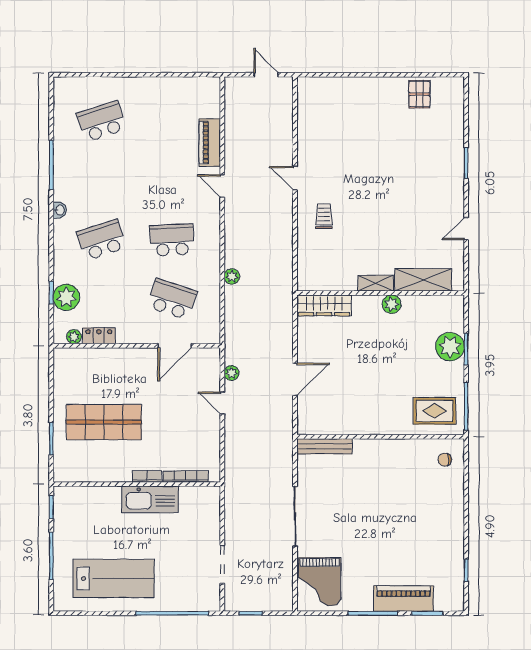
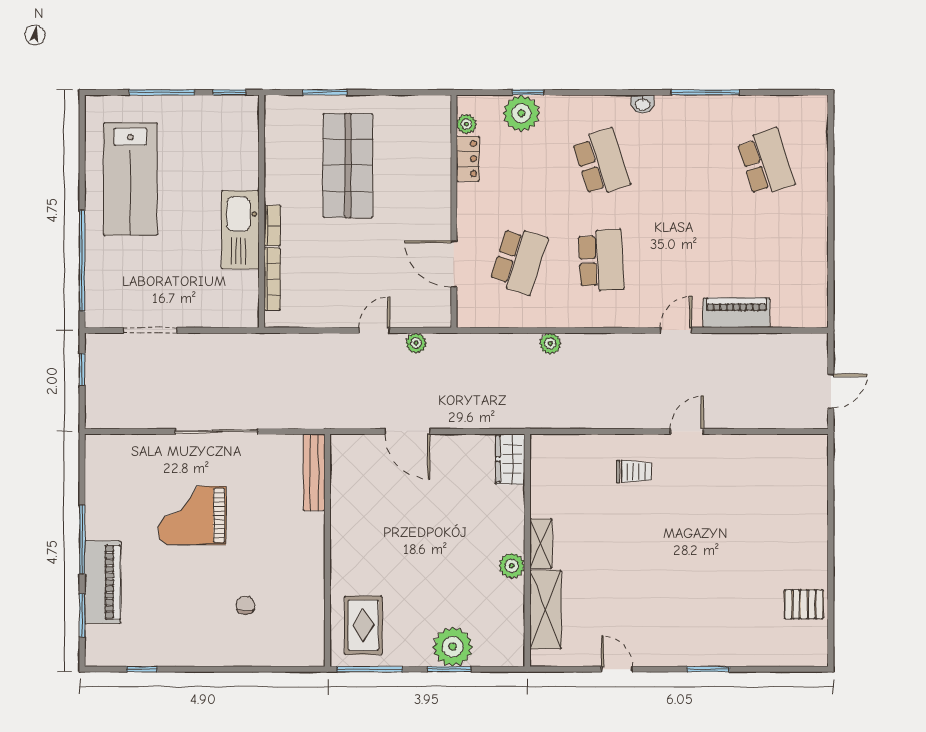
wardrobe: (324, 305) -> (510, 459), width x0.67
chair: (445, 460) -> (245, 605), moved
grand piano: (320, 582) -> (192, 515), moved

